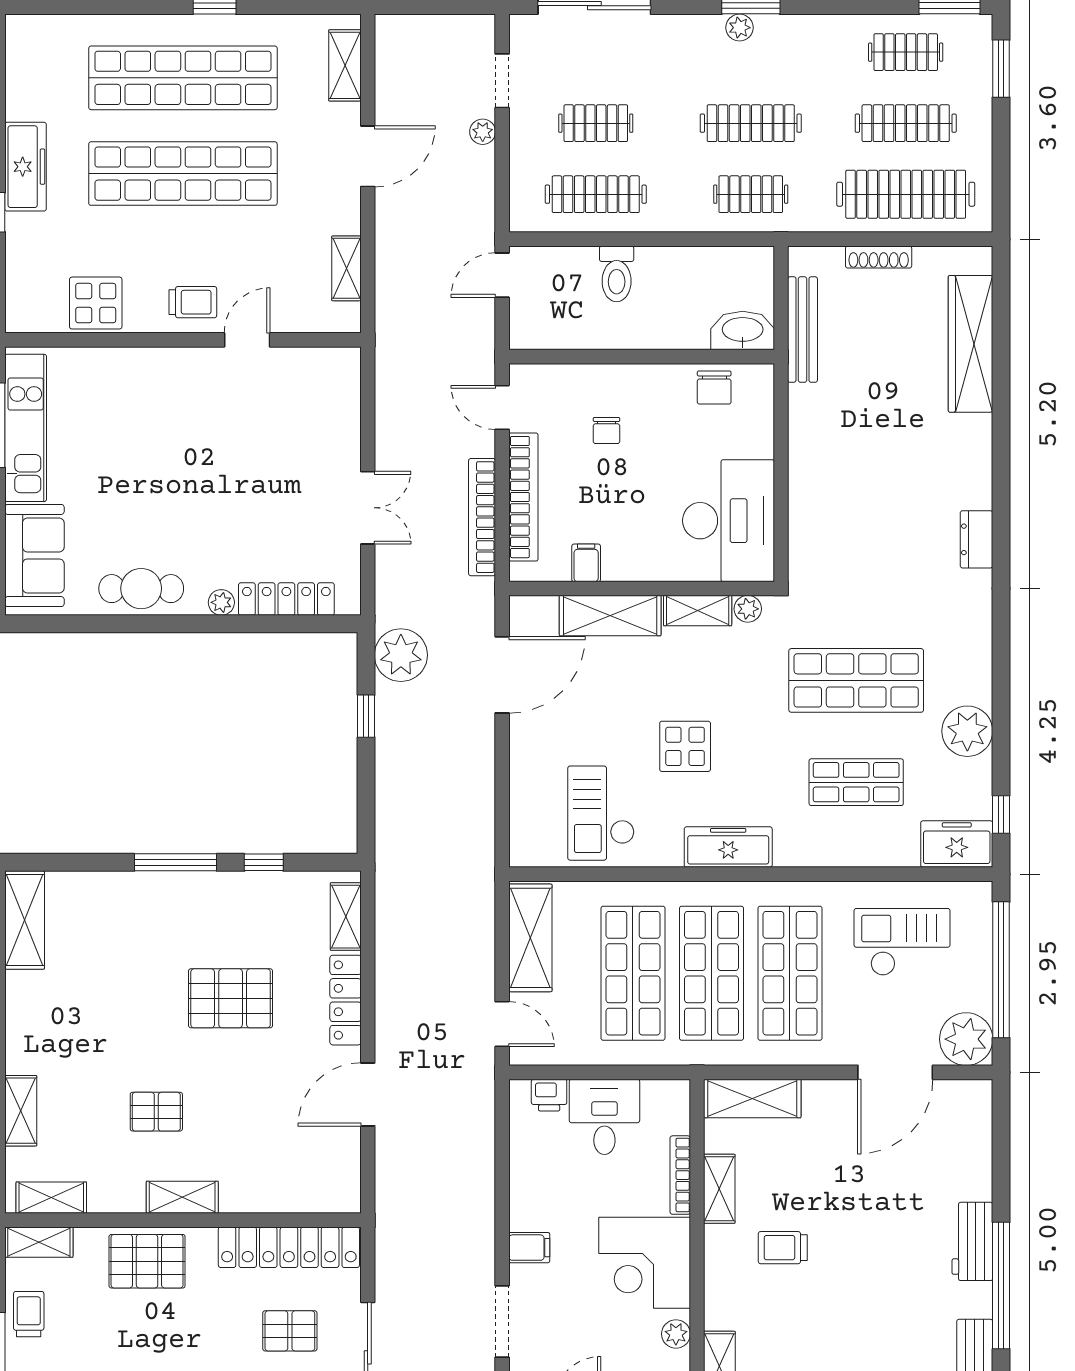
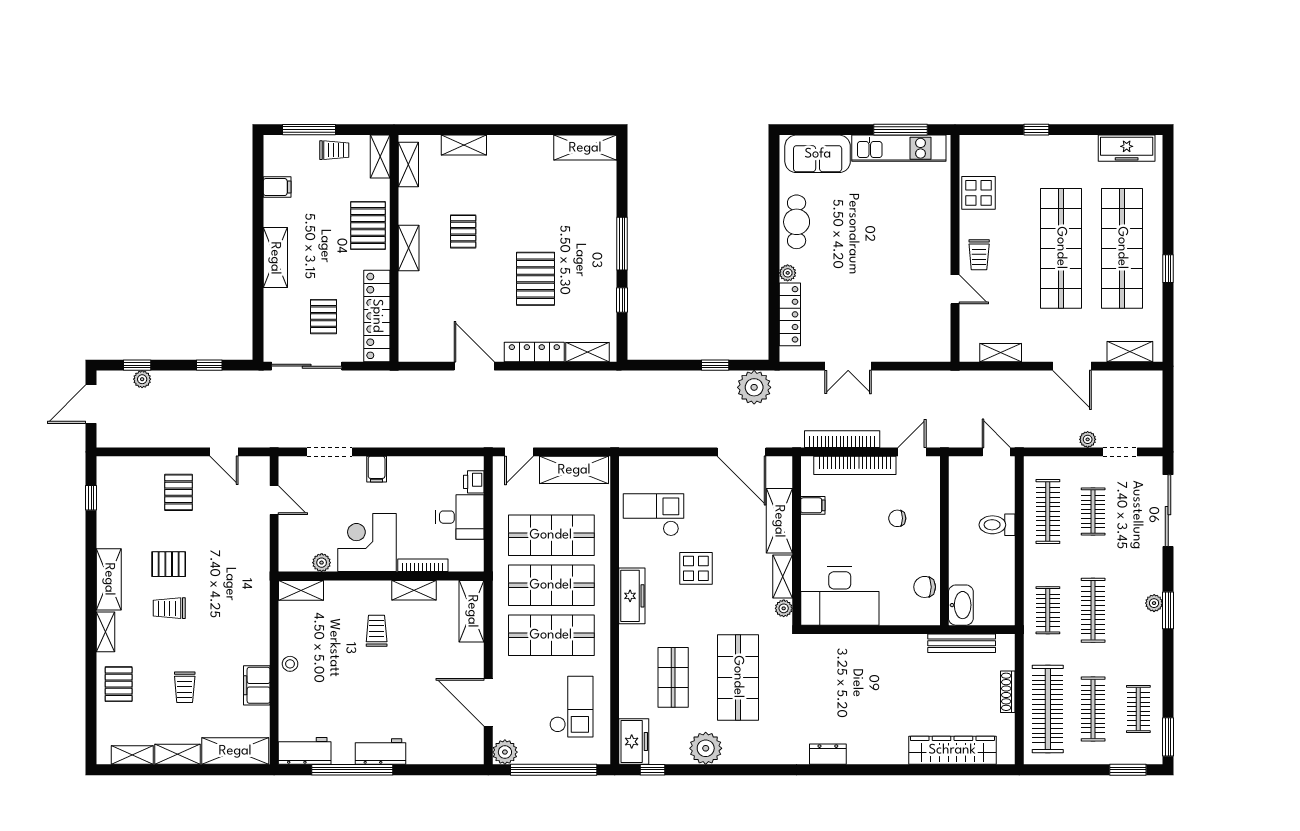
freezer: (26, 167) -> (1127, 148), moved
plant: (966, 1039) -> (505, 752), width x0.73, depth x0.73

